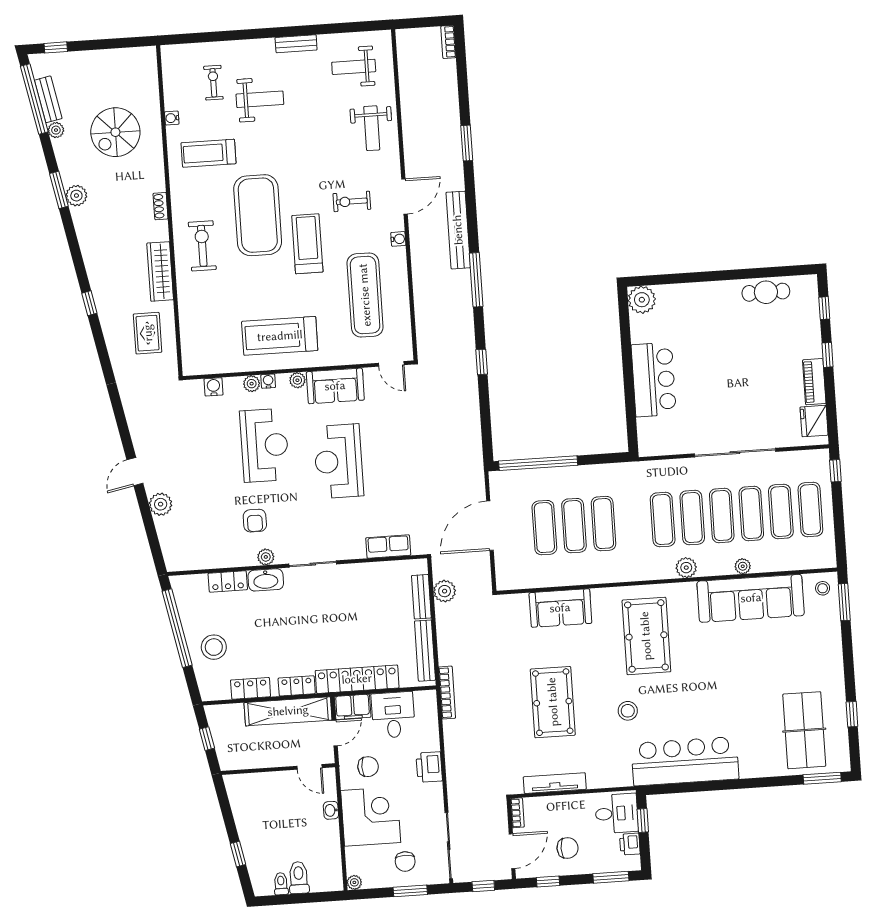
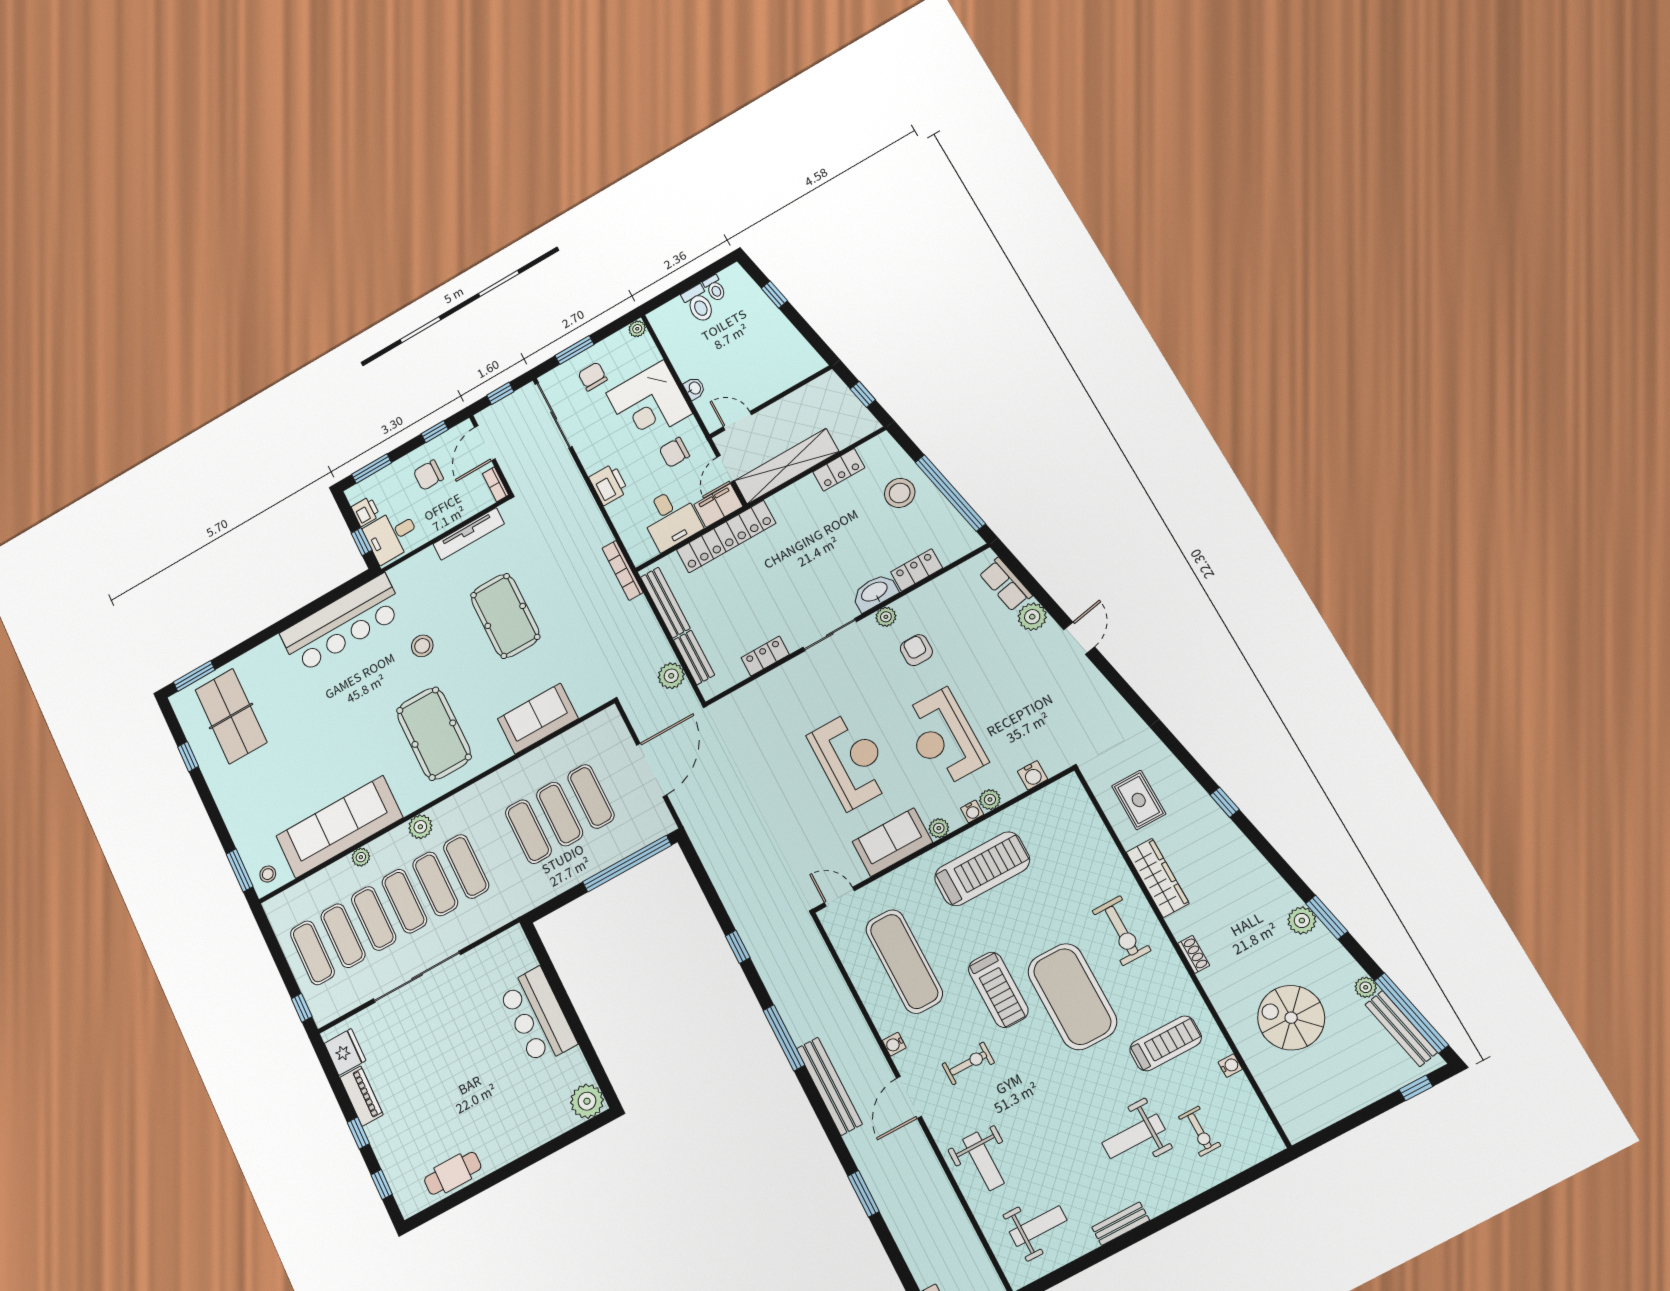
bench: (48, 99) -> (1401, 1029), width x1.36
weight bench: (372, 128) -> (983, 1161), turned 180
spiral stairs: (115, 132) -> (1291, 1018), turned -90
row of seats: (388, 547) -> (1006, 584), moved, turned 79
locker: (297, 686) -> (765, 656), moved, turned 180

